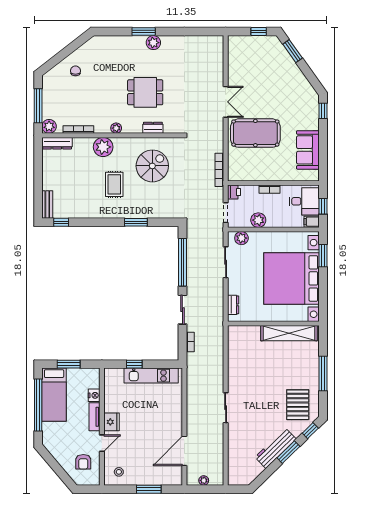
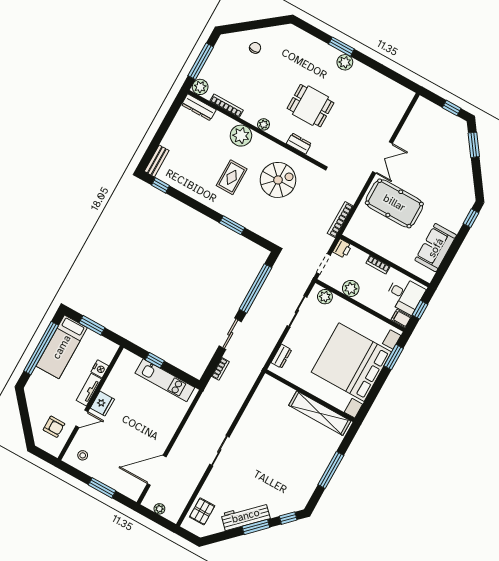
pallet: (298, 405) -> (202, 511), moved, width x0.67, depth x0.71
armchair: (83, 462) -> (54, 427), turned -90

